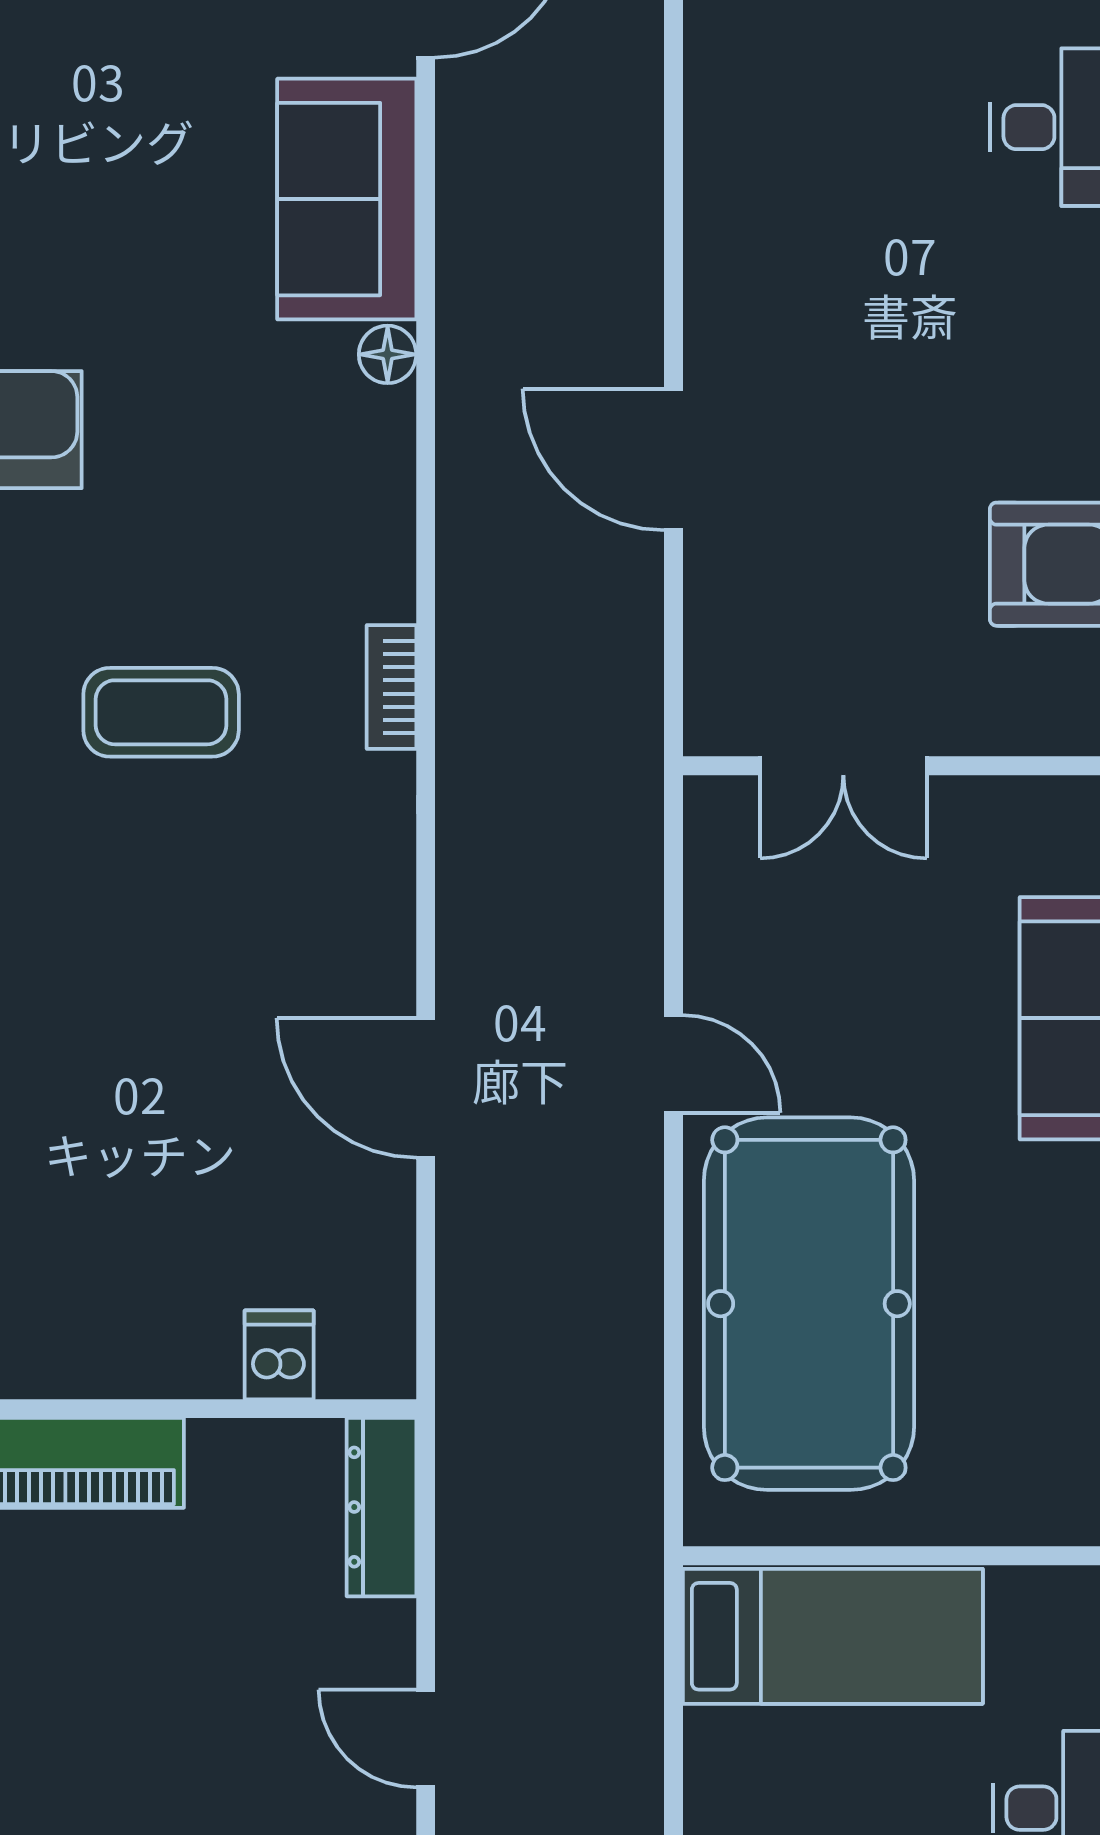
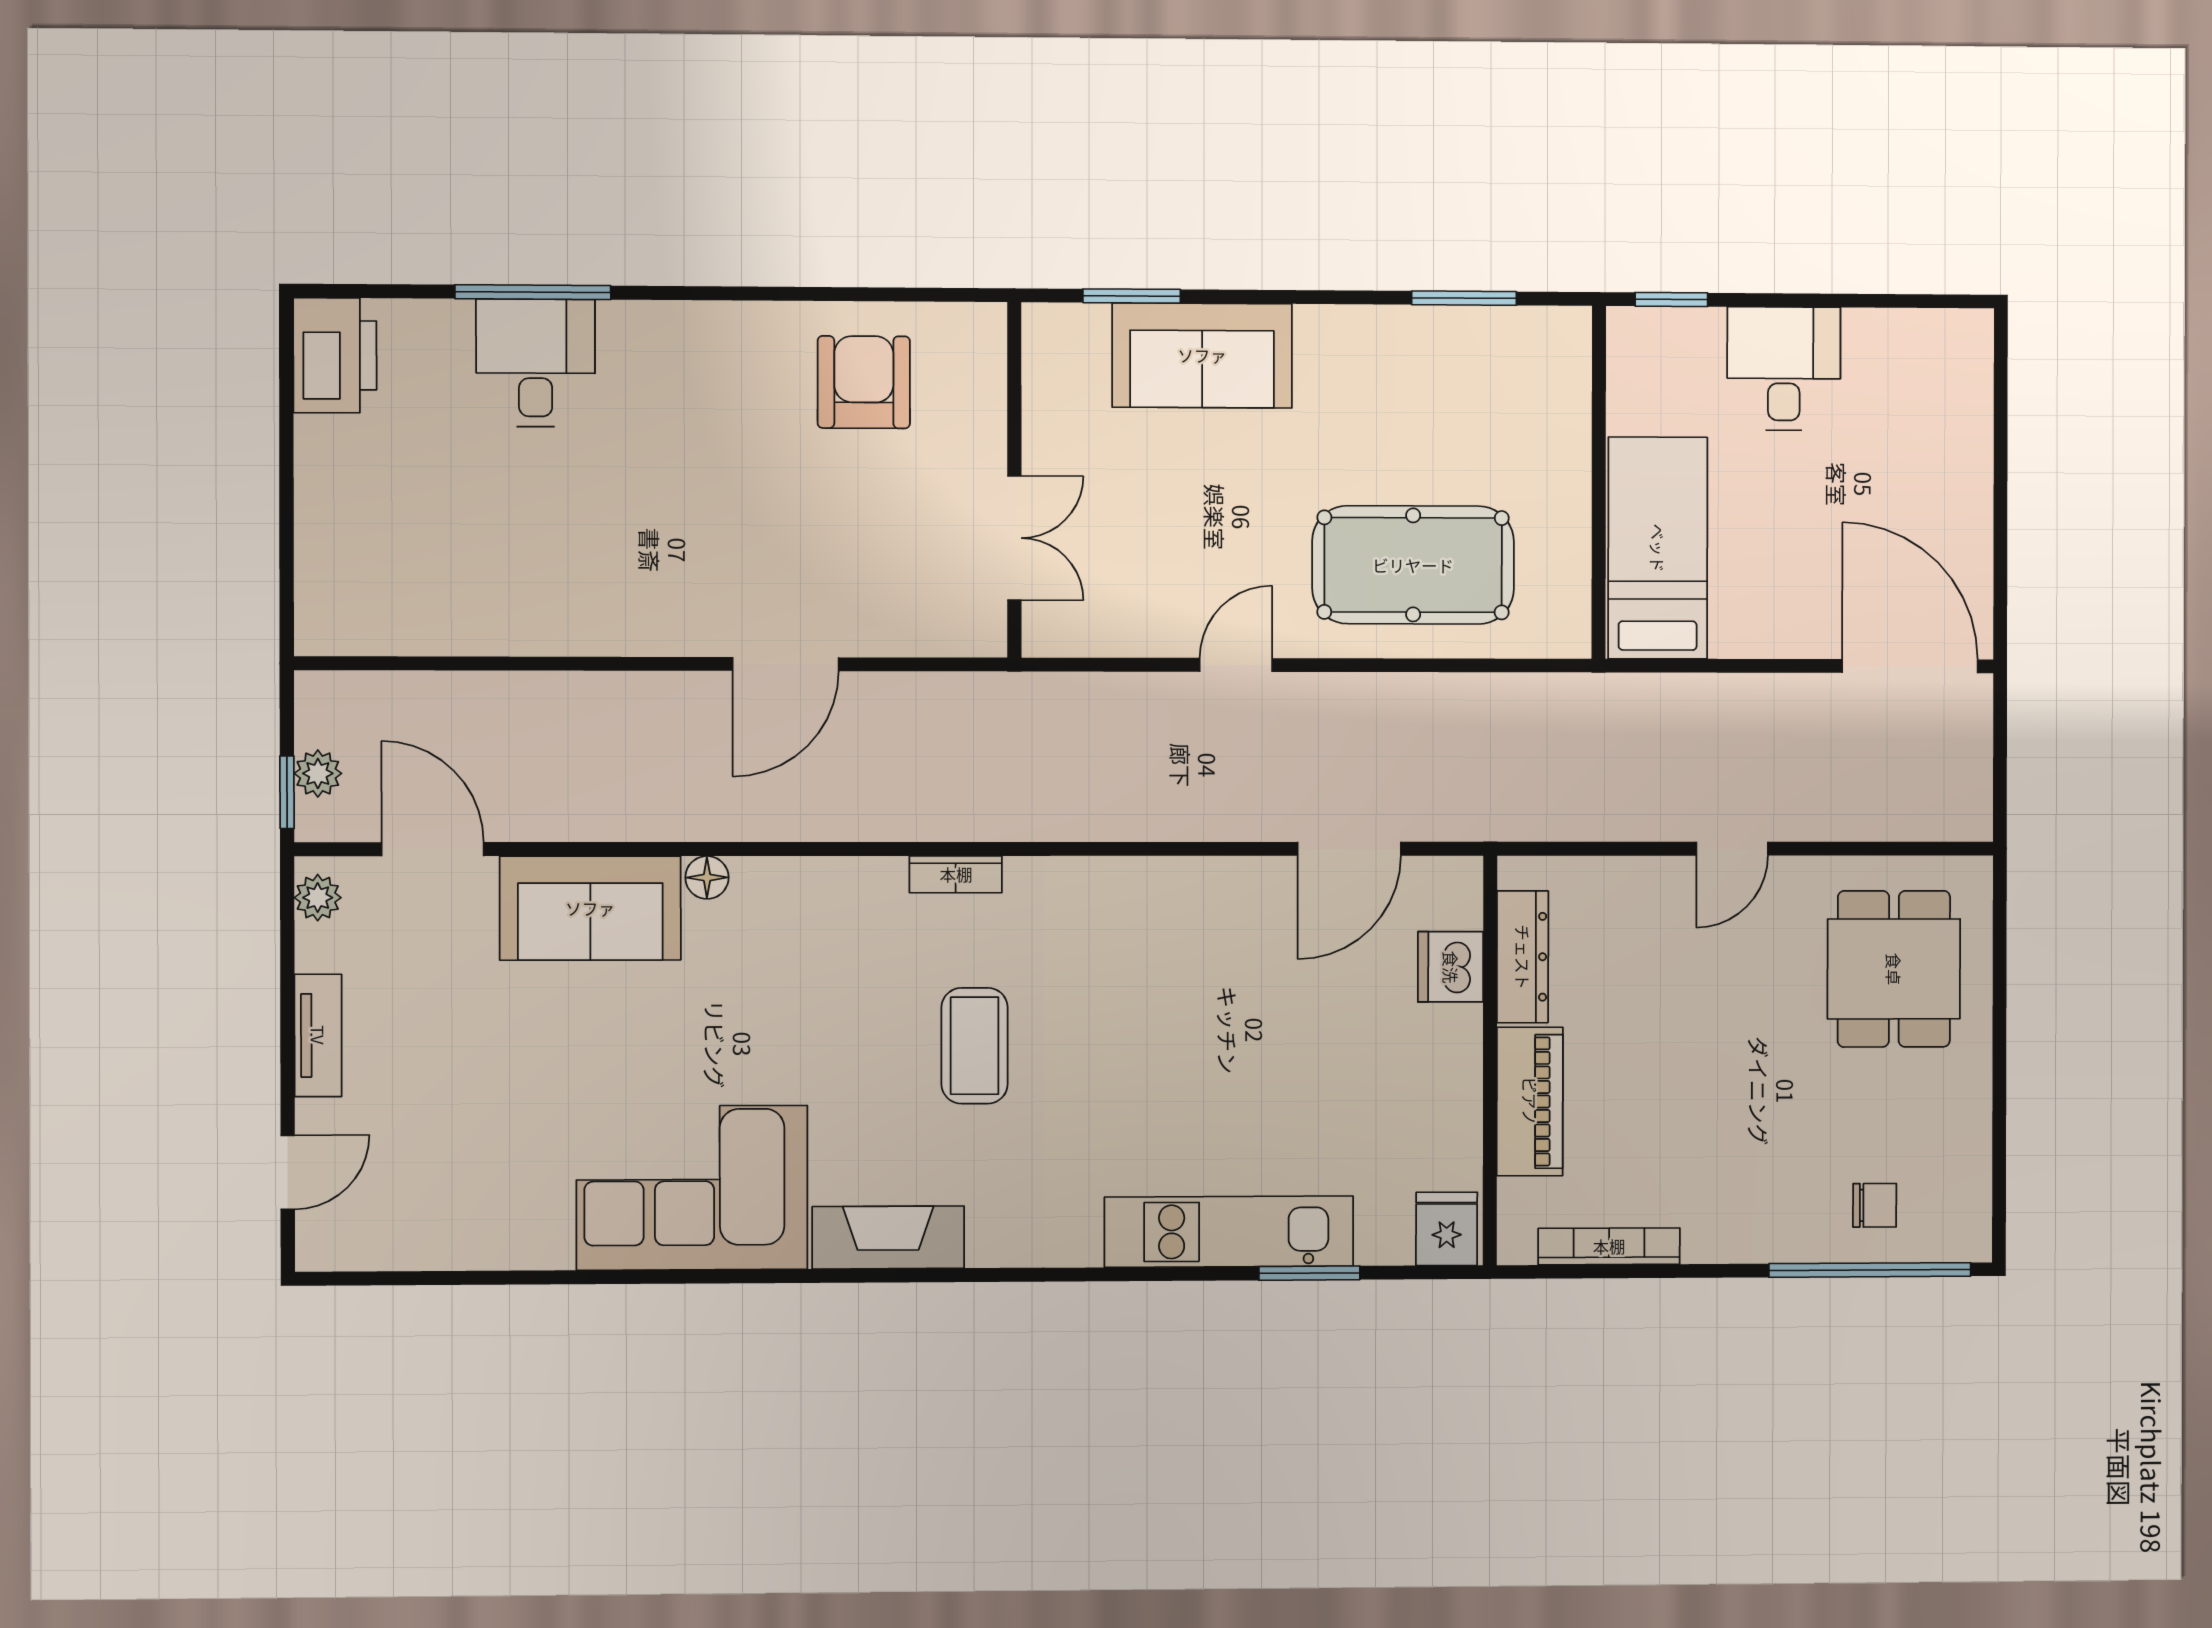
door: (426, 1088) -> (1349, 849), moved
pool table: (809, 1304) -> (1413, 565), width x0.73, depth x0.76
dishwasher: (279, 1355) -> (1451, 967), width x1.38
dresser: (381, 1507) -> (1523, 957), moved, turned -90

